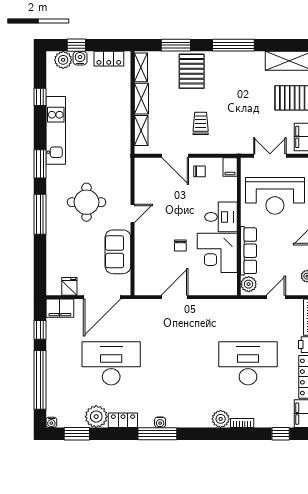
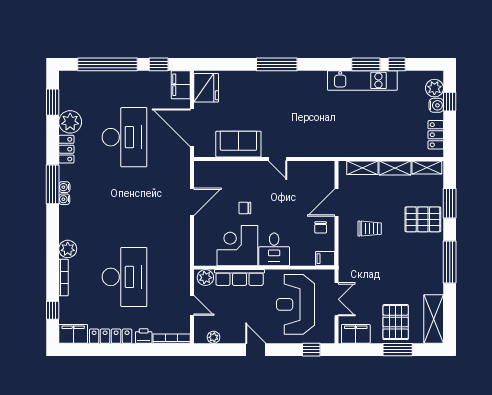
window: (40, 164) -> (366, 64), moved
round table: (87, 202) -> (289, 112), removed
fridge: (69, 286) -> (206, 88), width x1.88, depth x1.34
door: (174, 297) -> (192, 202), hinge flipped
water cooler: (51, 422) -> (64, 199), moved
bookcase: (242, 423) -> (64, 277), width x1.56

